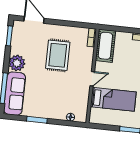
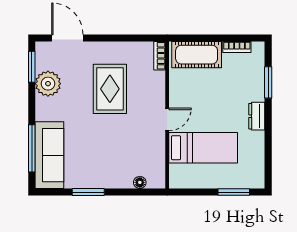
cot: (105, 46) -> (197, 55), moved, turned 90
plant: (17, 63) -> (48, 84), moved

